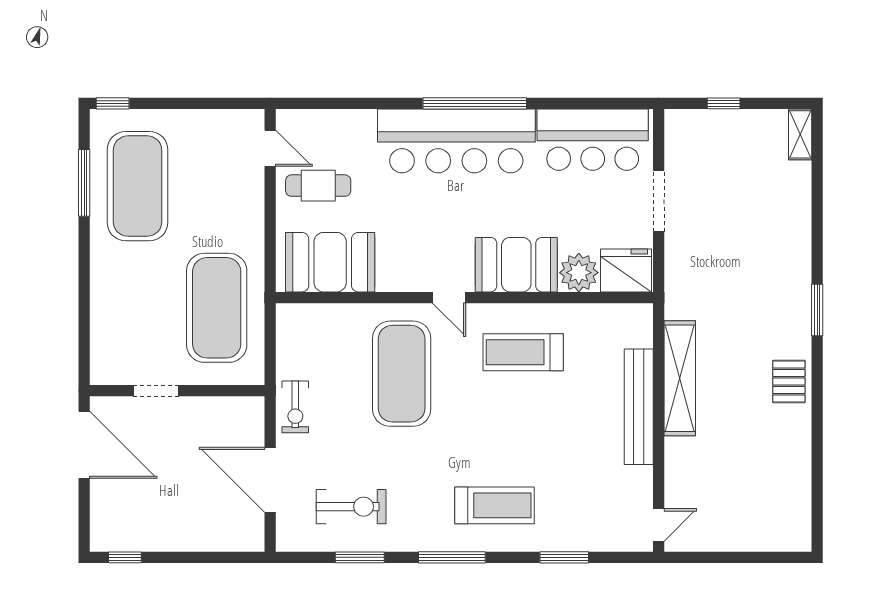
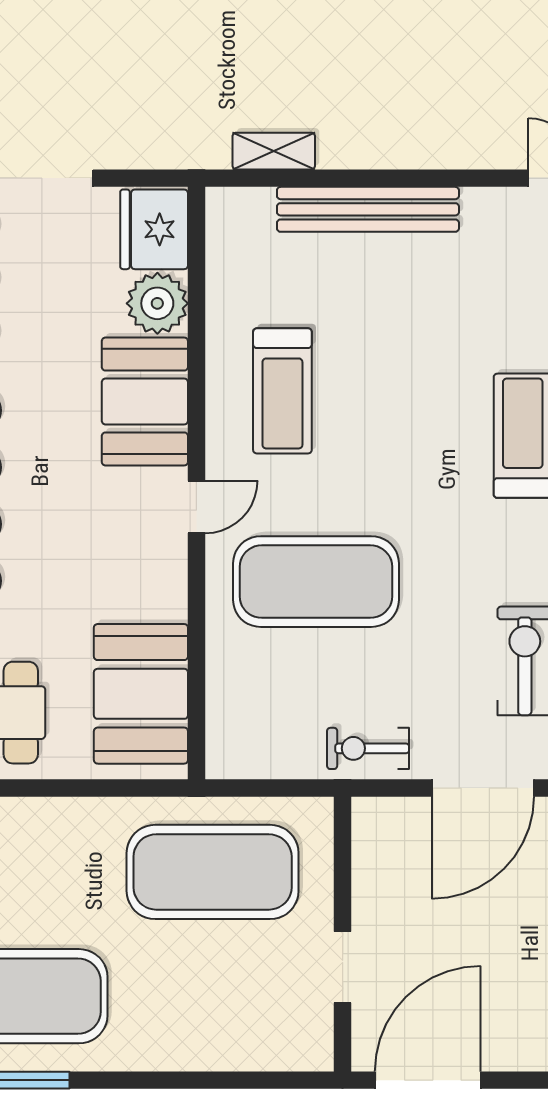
shelving: (680, 378) -> (274, 151), width x0.45, depth x0.75
exercise bike: (295, 407) -> (368, 748), turned 180

